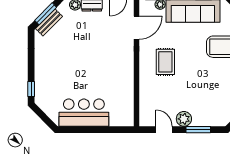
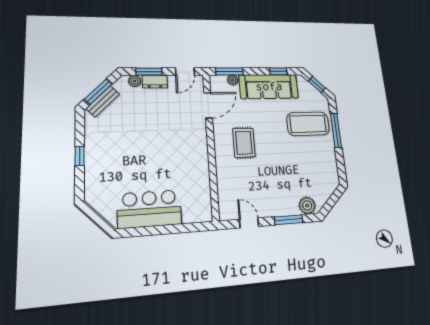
window: (31, 89) -> (80, 156), moved
plant: (184, 119) -> (307, 205), moved

